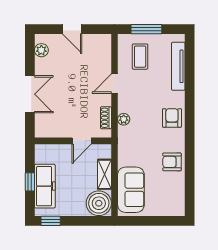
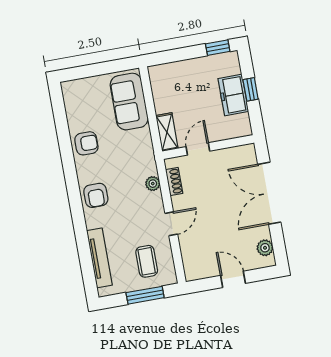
double door: (30, 94) -> (269, 193), width x1.37
shelving: (104, 174) -> (167, 132), moved
freezer: (45, 186) -> (233, 95), width x0.71
boiler: (99, 203) -> (164, 79), removed

